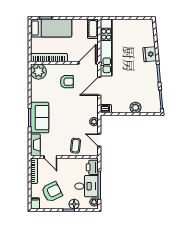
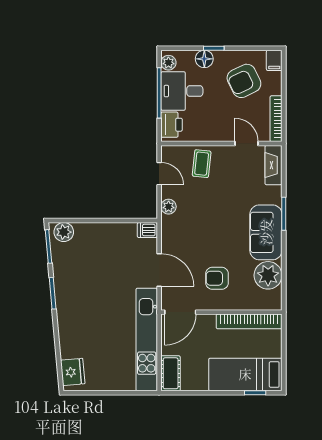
fridge: (150, 54) -> (73, 372), moved
plant: (38, 72) -> (268, 275), moved
door: (99, 86) -> (159, 270), hinge flipped
plant: (136, 107) -> (64, 232), moved
sofa: (40, 118) -> (266, 232), moved

